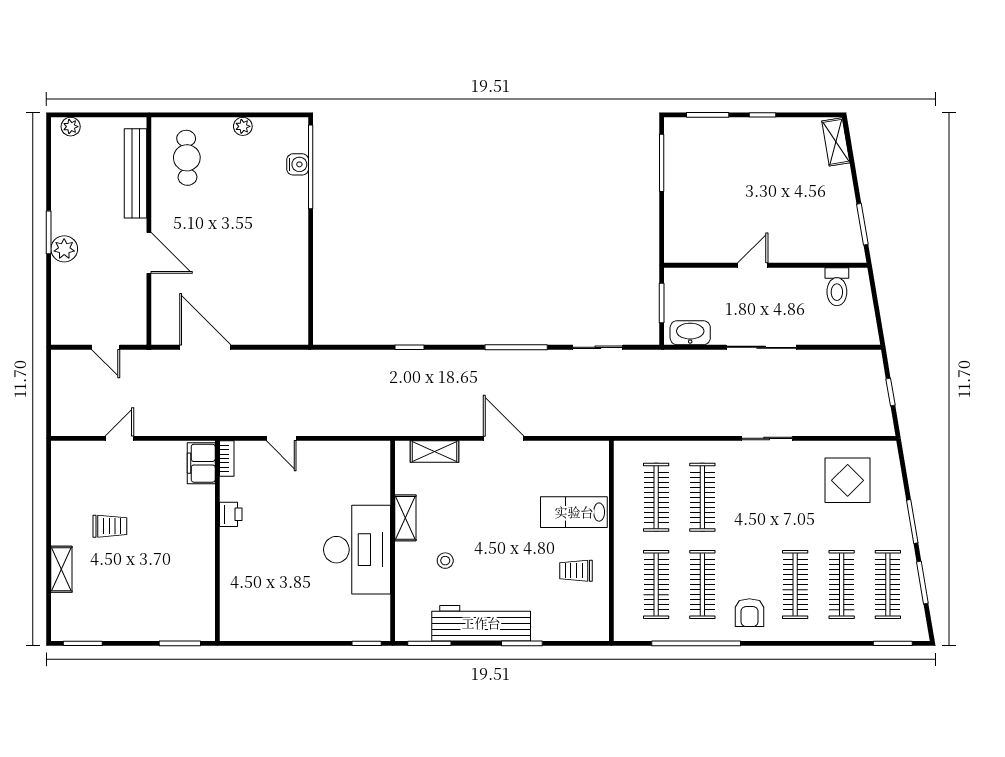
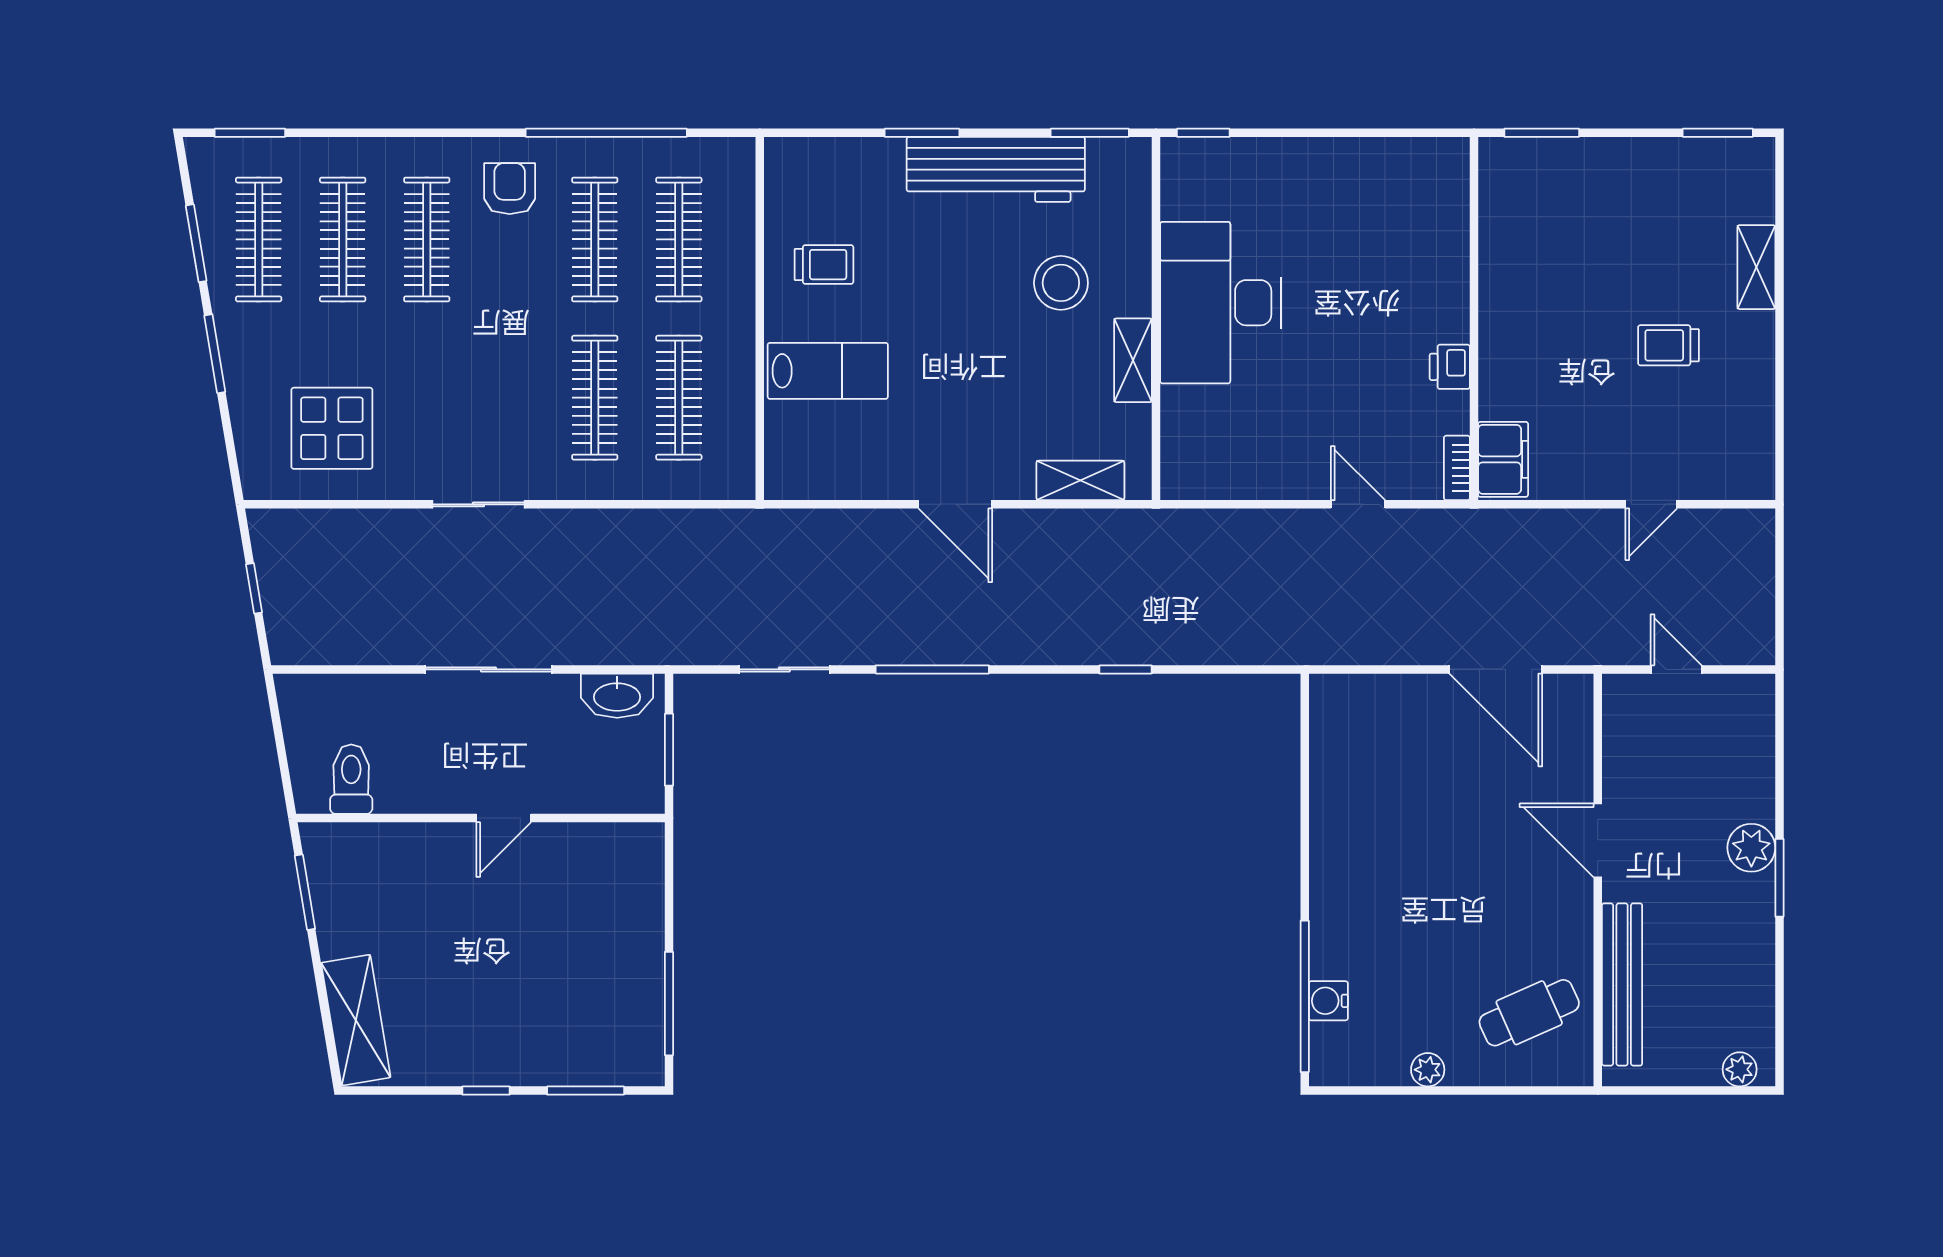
shelving: (836, 142) -> (356, 1020), width x1.50, depth x1.33
cafe table: (187, 158) -> (1529, 1013), turned 68
stool: (445, 561) -> (1061, 283), width x1.89, depth x1.89

